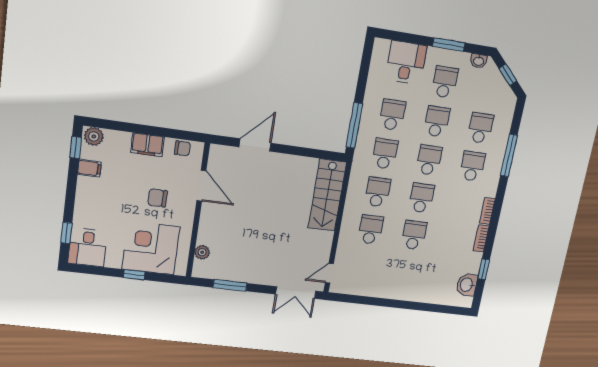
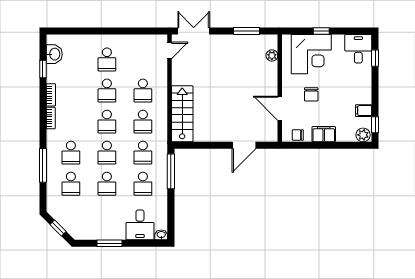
washbasin: (479, 61) -> (161, 235), moved
school desk: (445, 82) -> (107, 59), moved
chair: (158, 198) -> (311, 94), turned 90

